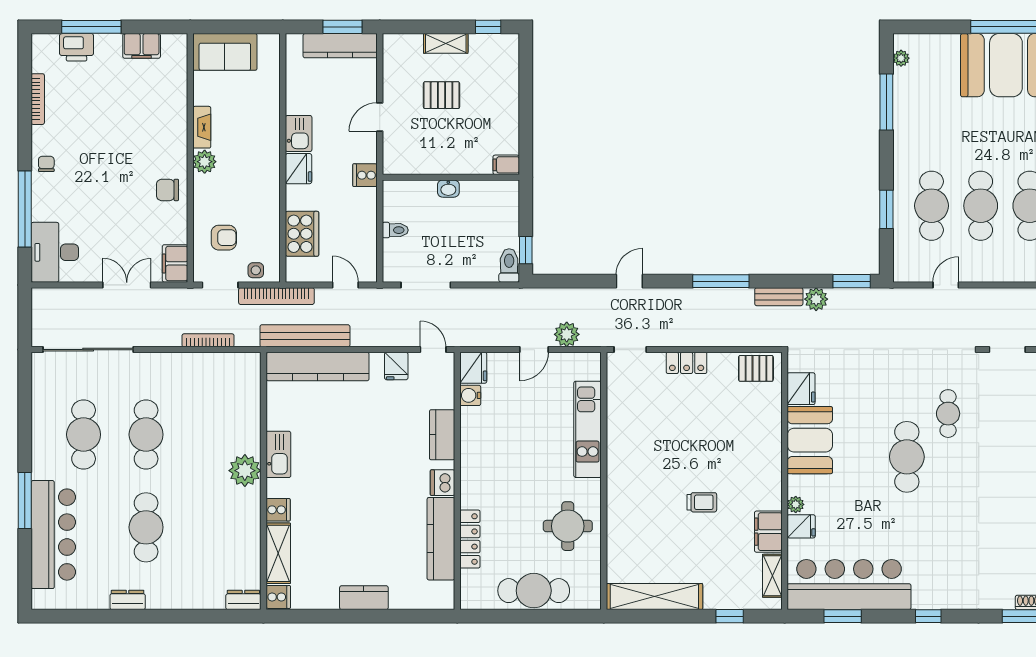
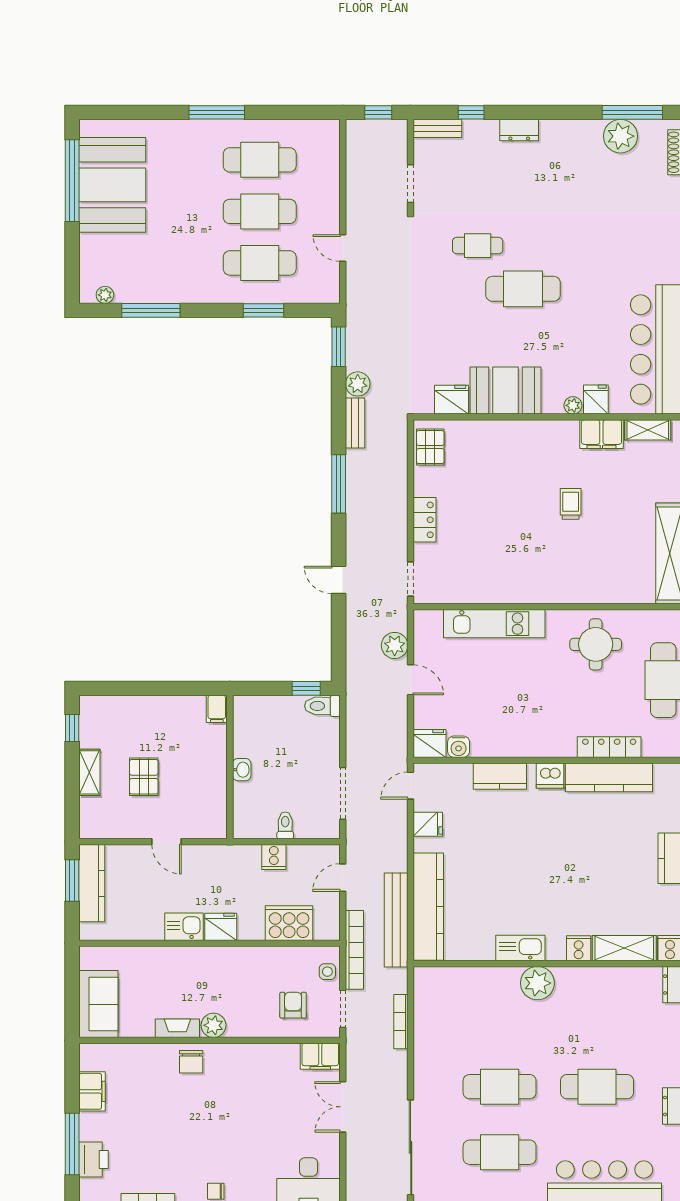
cooker: (365, 175) -> (274, 857), moved
chair: (168, 190) -> (191, 1062), moved

